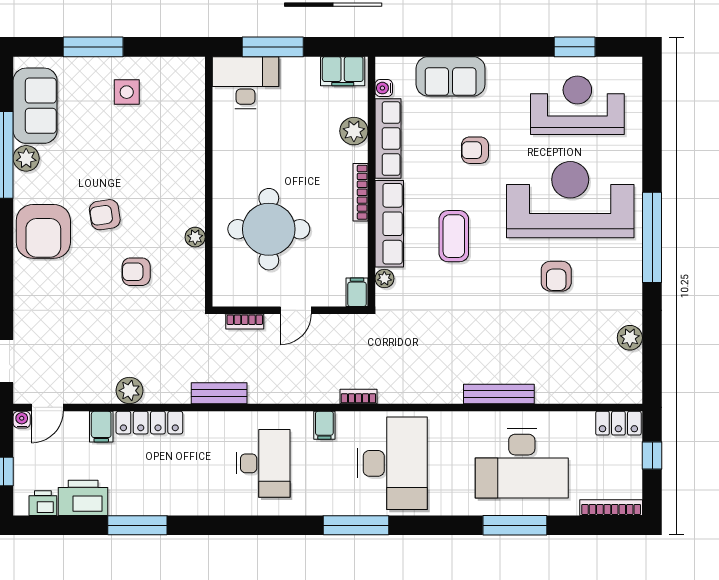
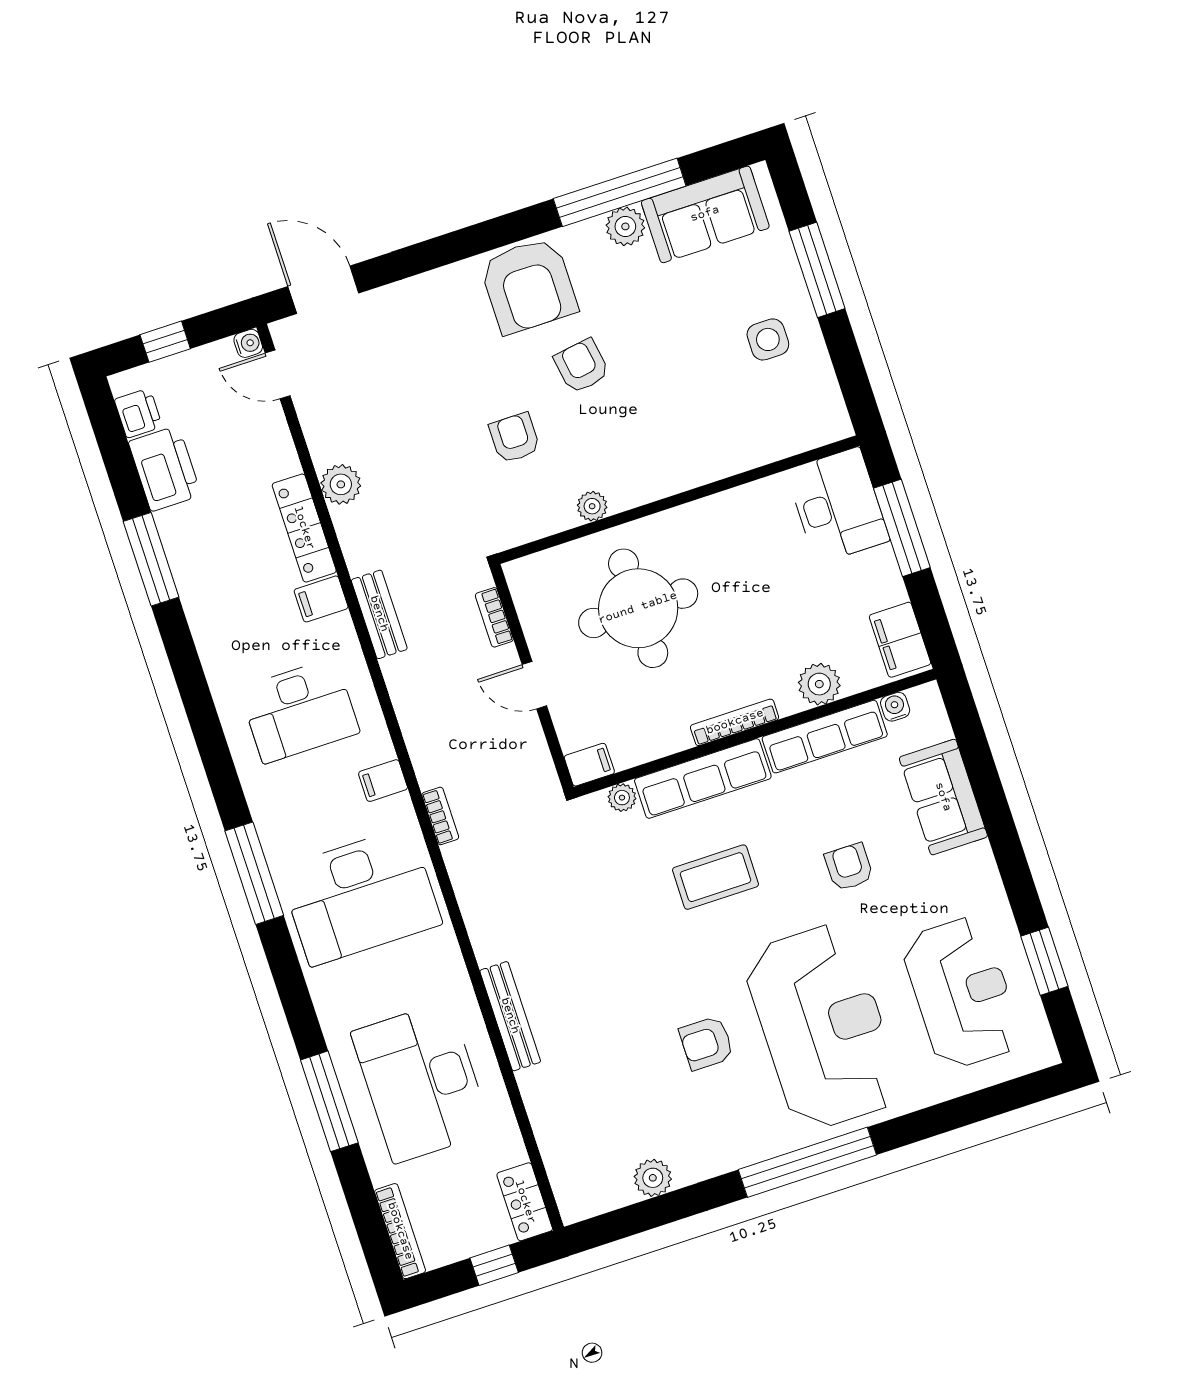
armchair: (43, 231) -> (529, 286), turned -90
filing cabinet: (101, 427) -> (321, 599), moved

